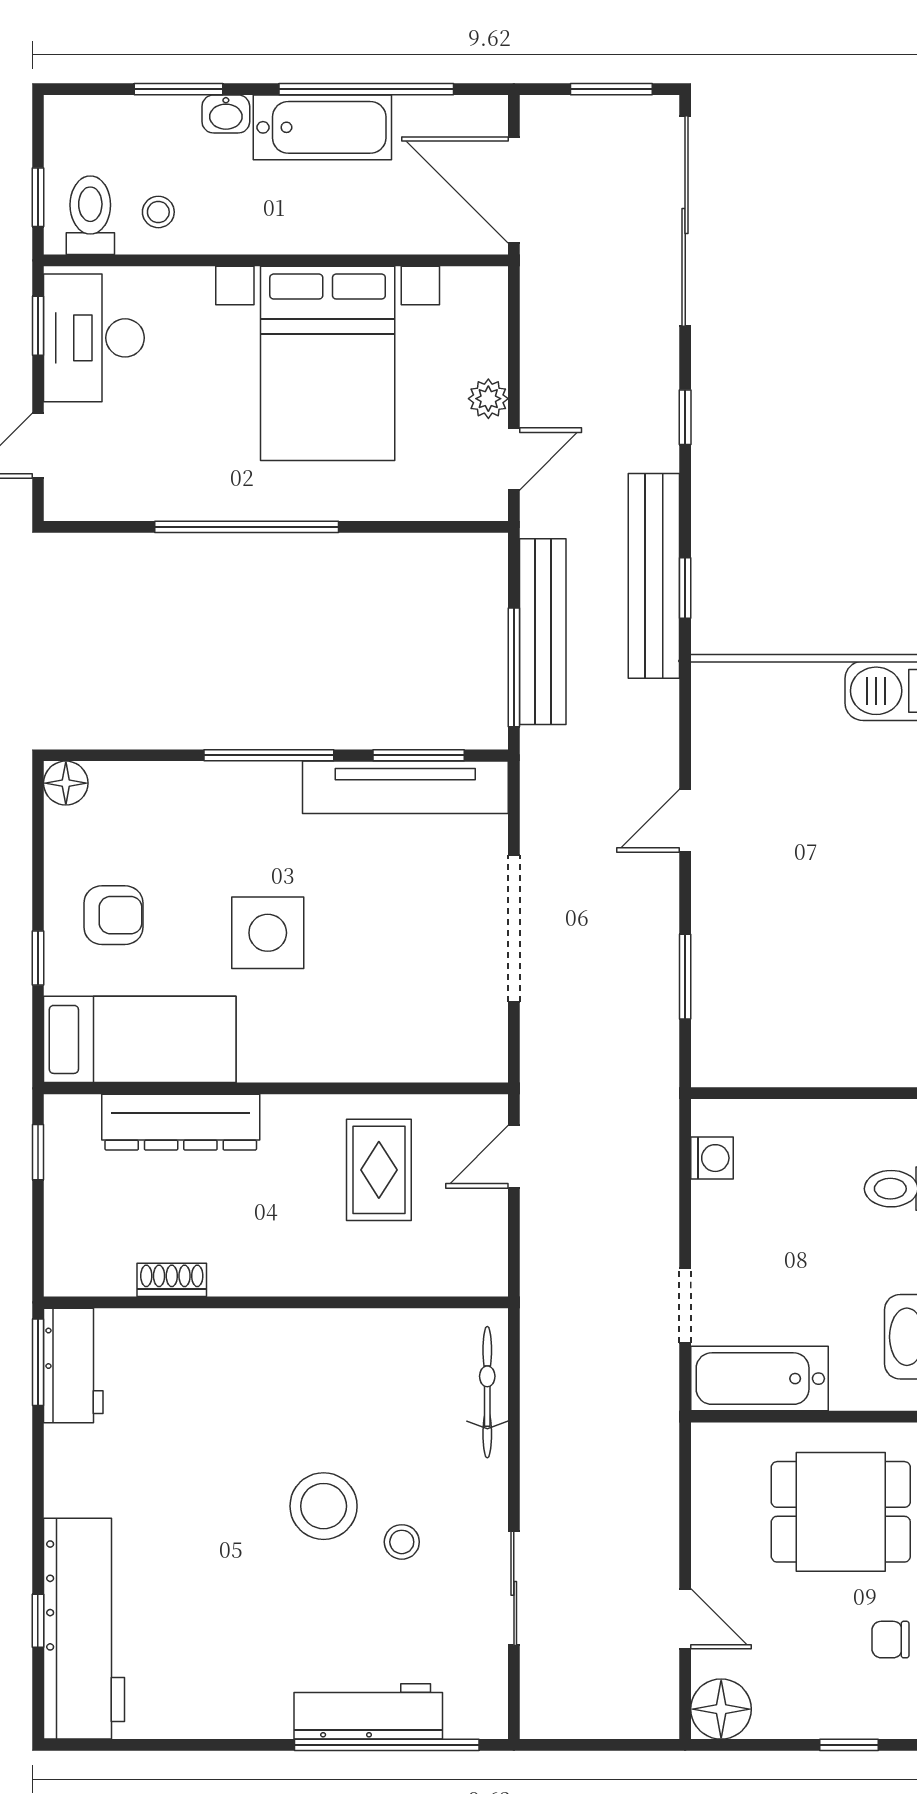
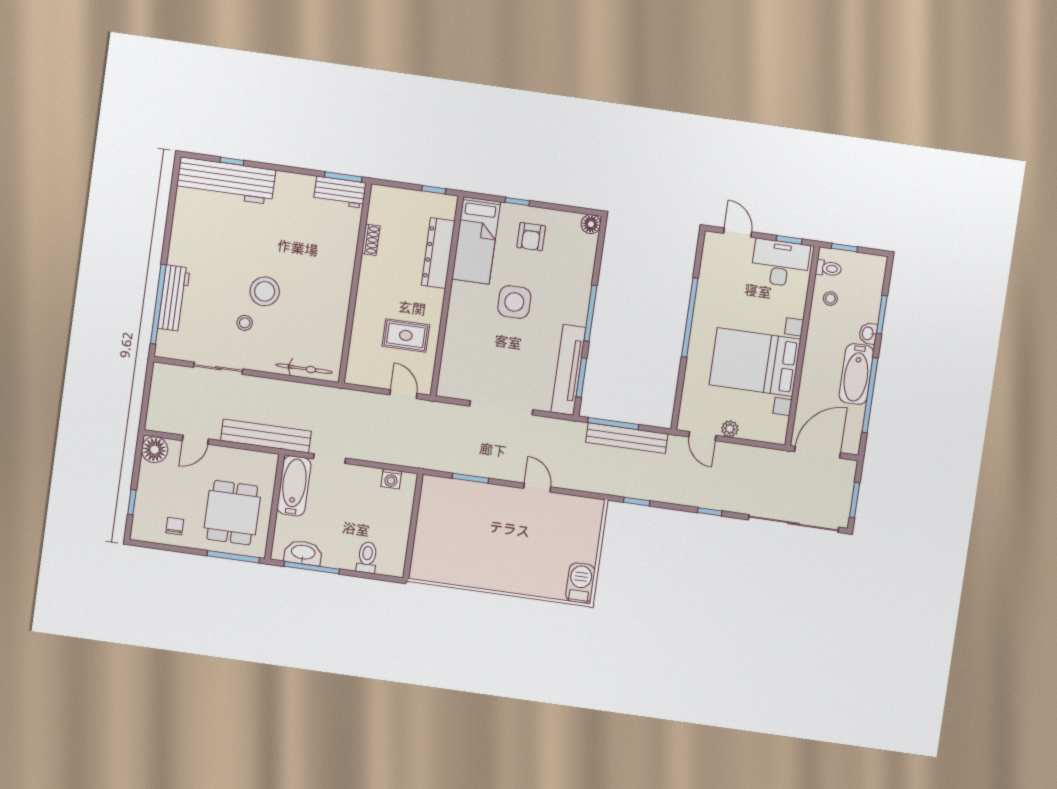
toilet: (90, 215) -> (829, 268), width x0.73, depth x0.72
bench: (654, 576) -> (266, 436), moved

